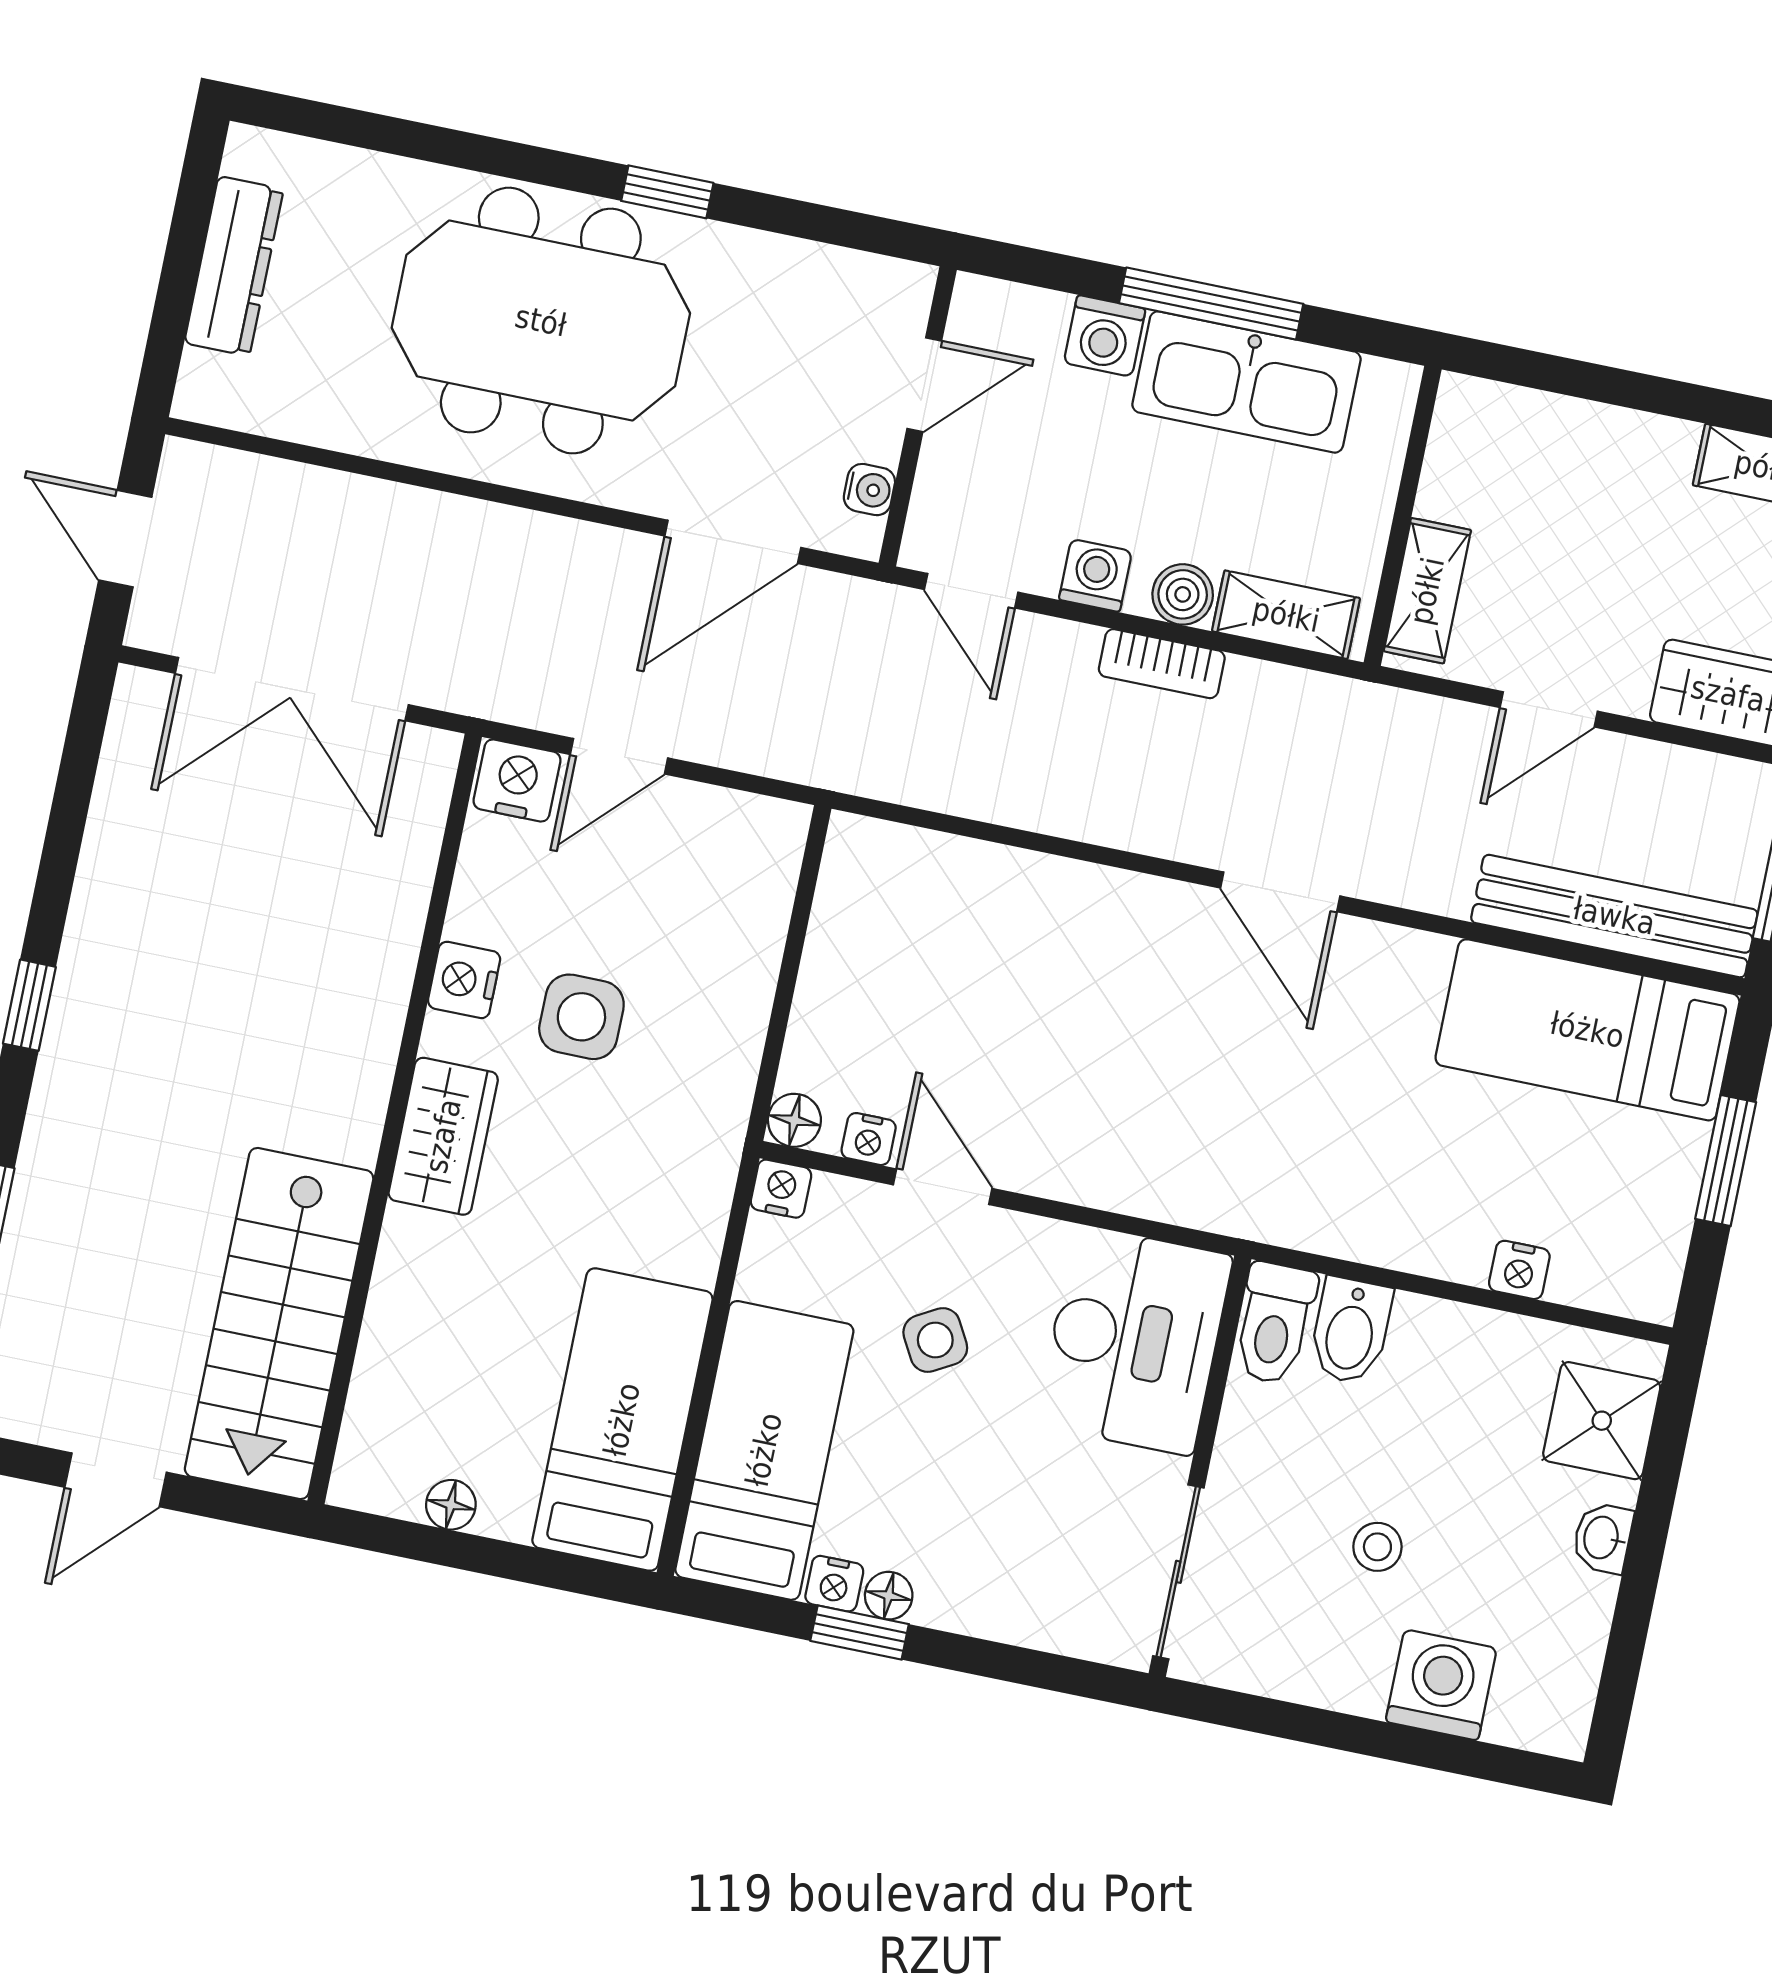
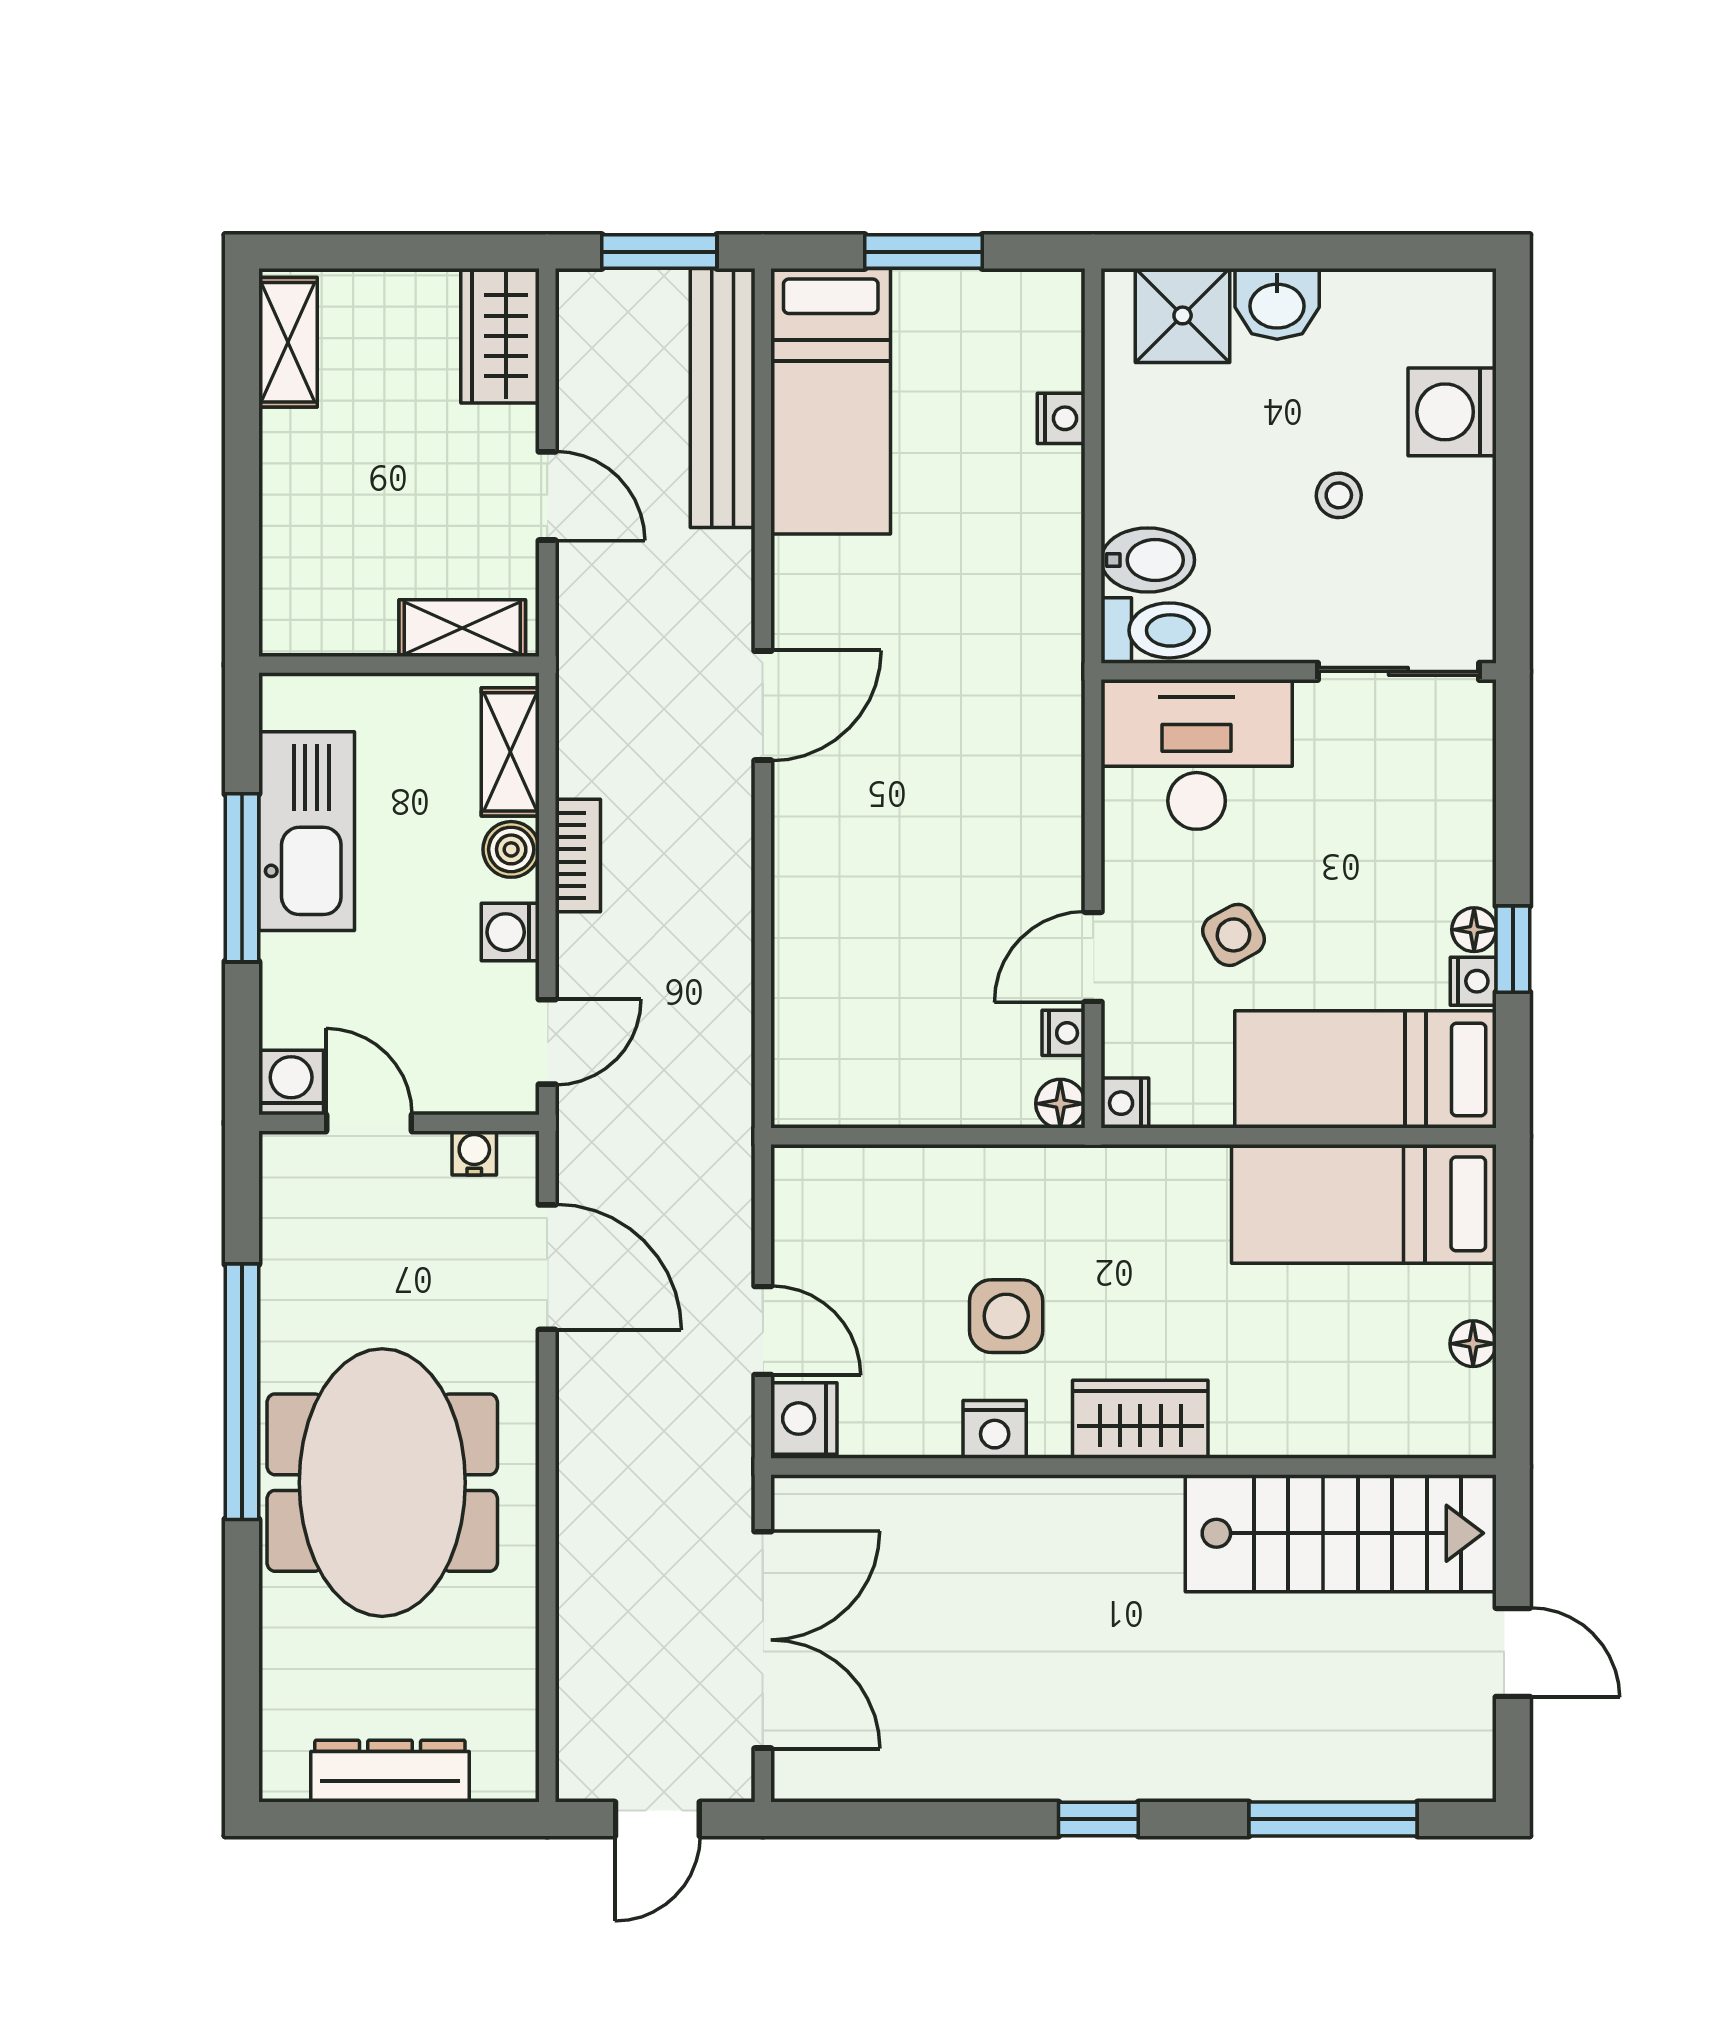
window: (667, 192) -> (242, 1392), width x3.17
washing machine: (1105, 336) -> (291, 1082), moved, turned -90
washbasin: (1603, 1538) -> (1277, 304), width x1.38, depth x1.45

